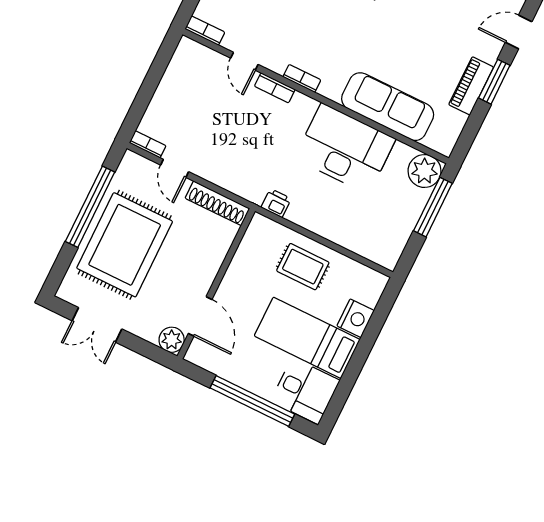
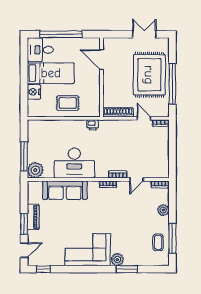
door: (244, 61) -> (136, 179), swing flipped
plant: (172, 340) -> (109, 44), removed

